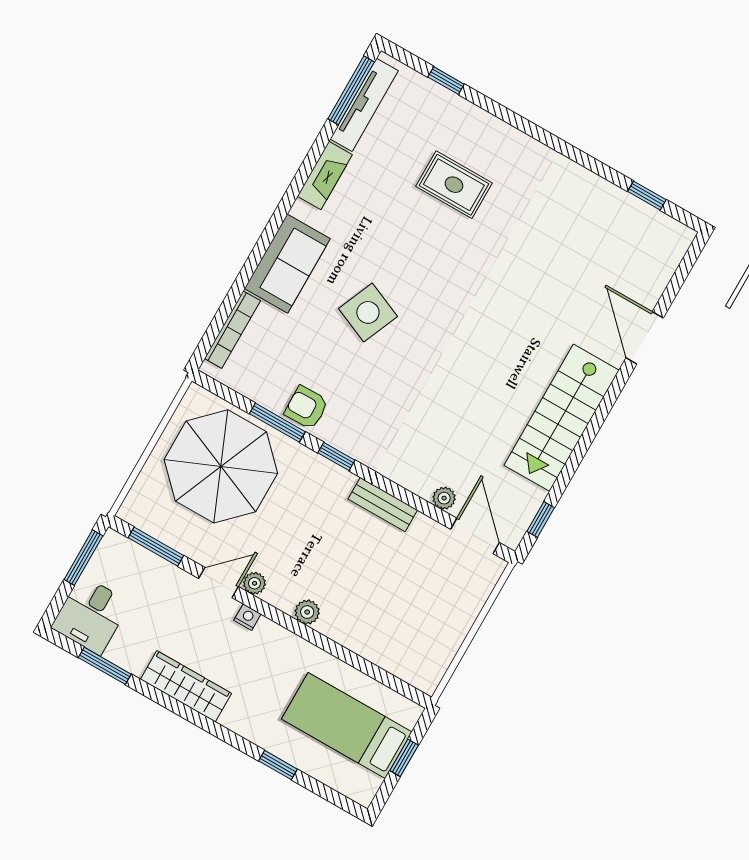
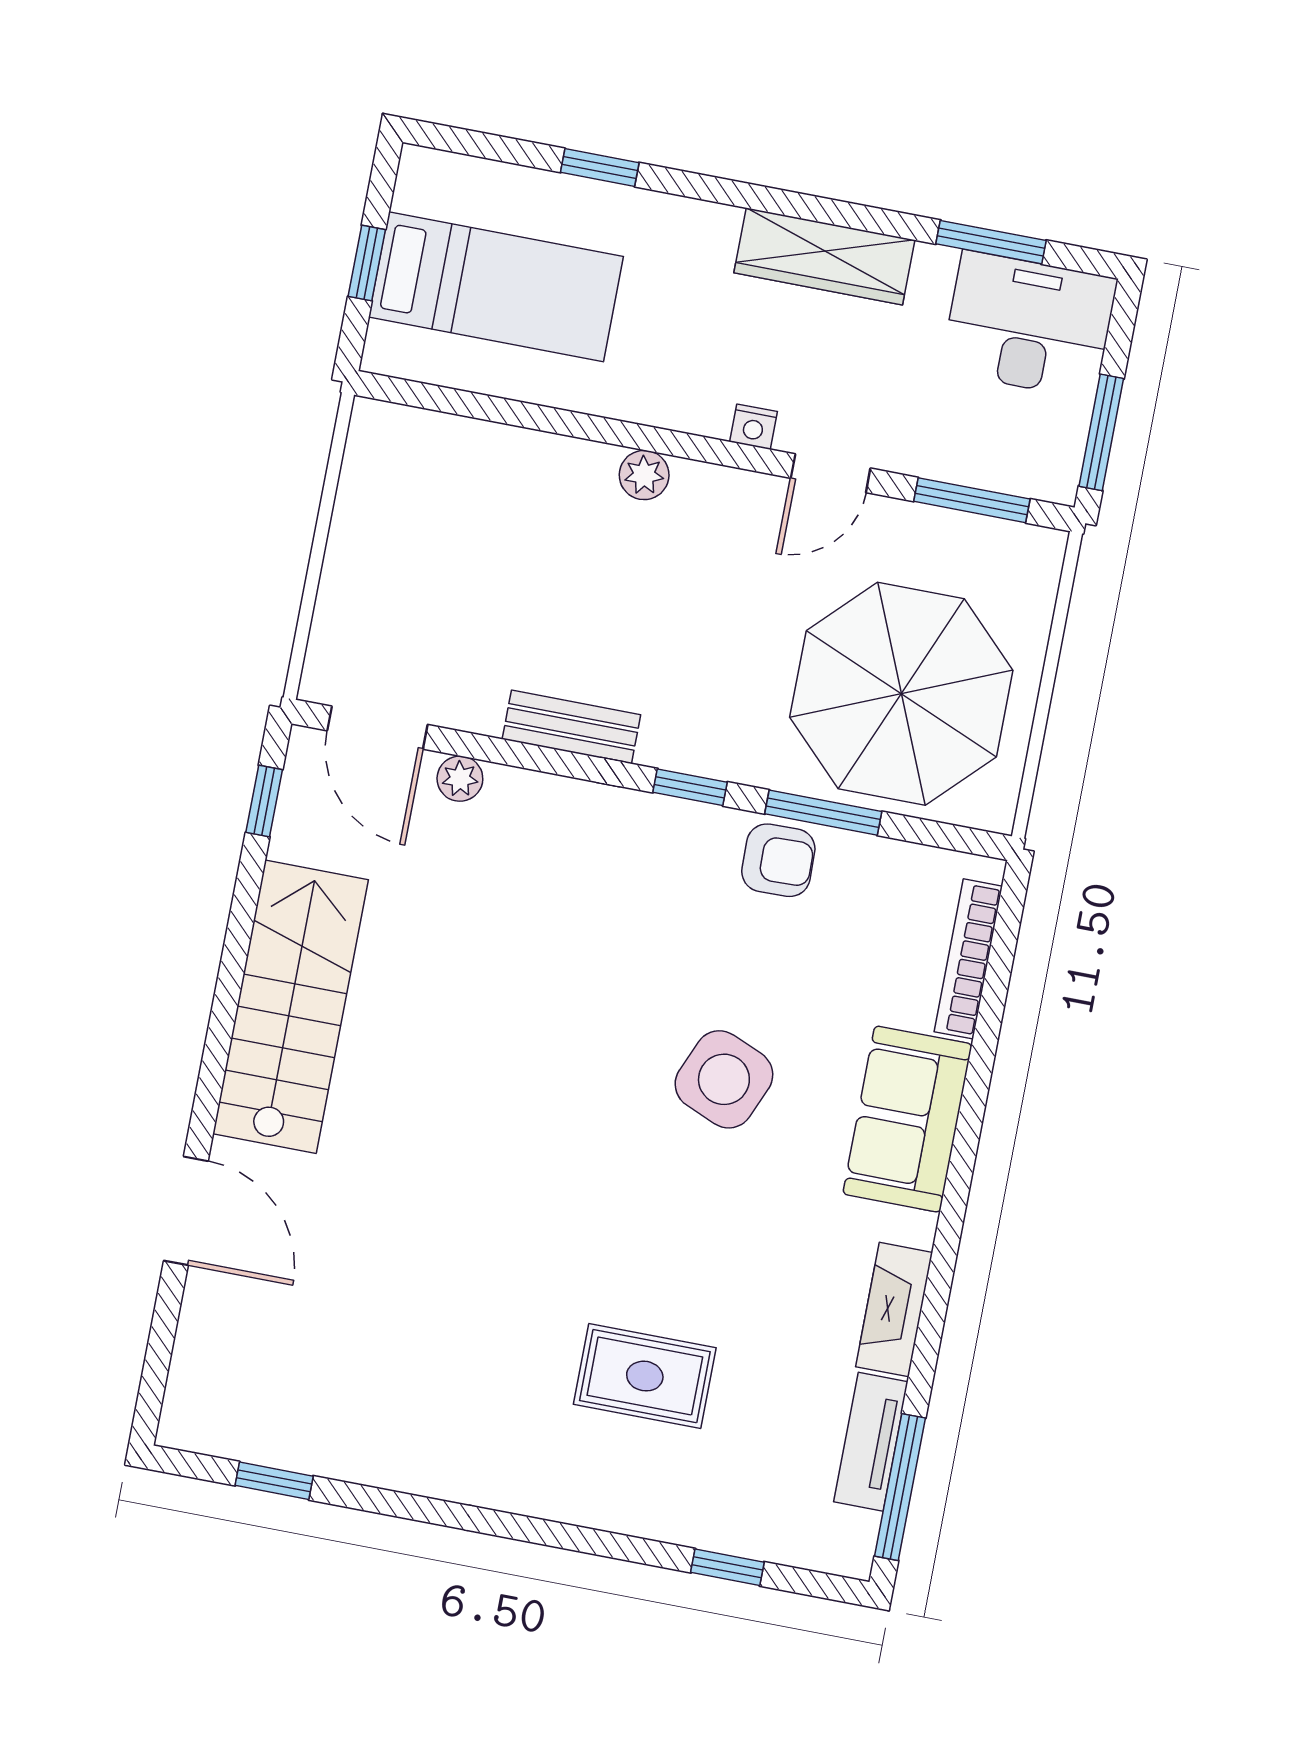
tv unit: (364, 105) -> (871, 1442), width x0.71
plant: (255, 583) -> (762, 495), removed
desk: (91, 615) -> (1029, 325), width x1.37

